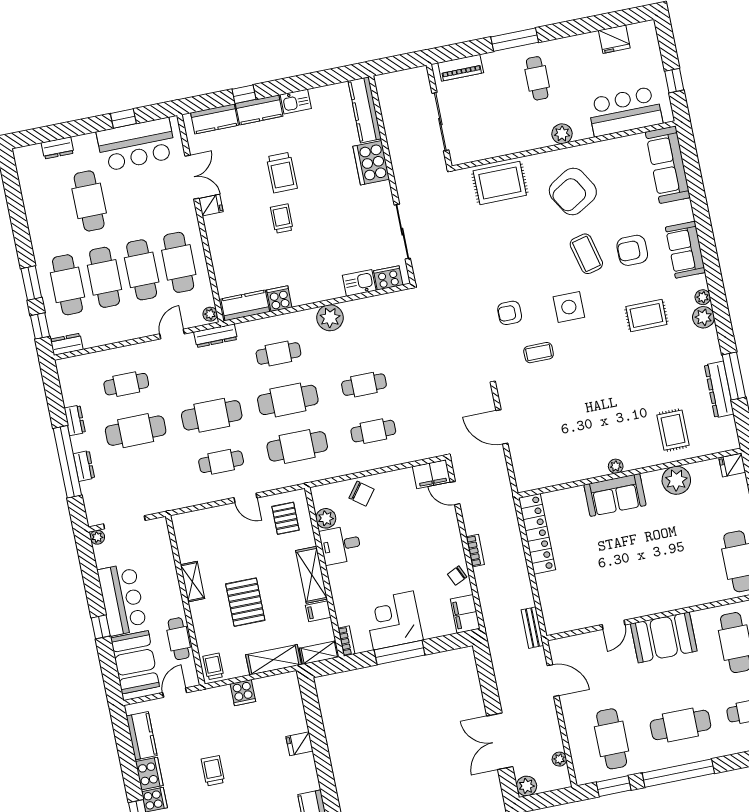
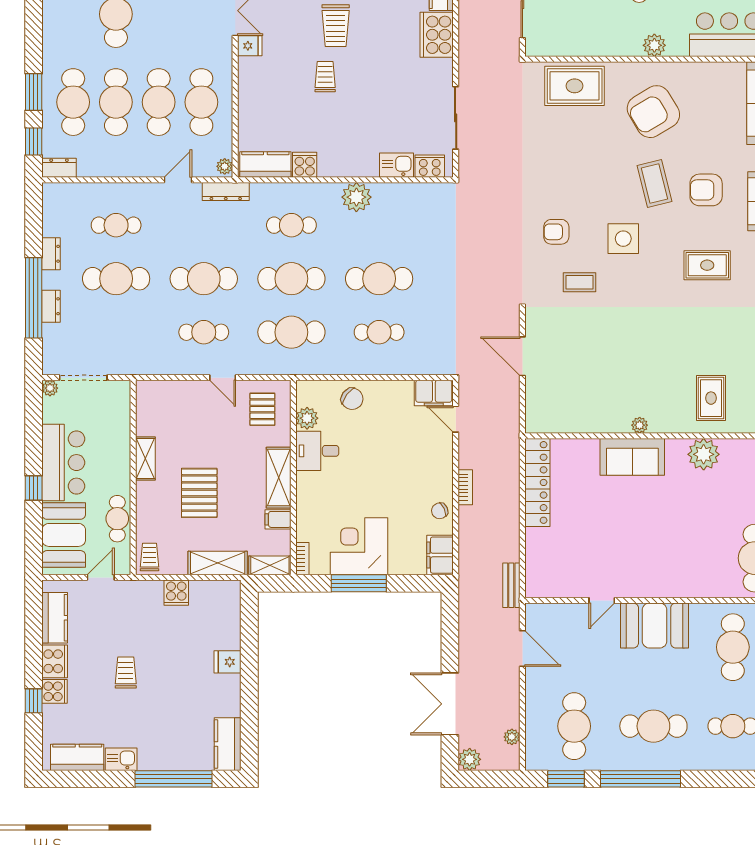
cafe table: (364, 385) -> (379, 279), width x1.37, depth x1.35

